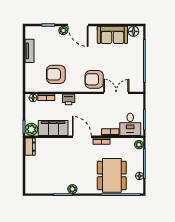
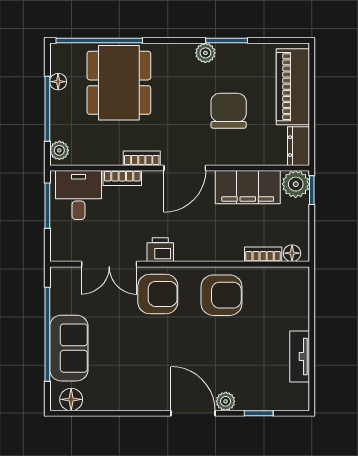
sofa: (112, 35) -> (69, 348), moved, turned 90
armchair: (56, 74) -> (222, 295), moved
printer: (69, 99) -> (160, 250), moved
door: (82, 137) -> (185, 168), hinge flipped
chair: (62, 163) -> (229, 111), added
piano: (33, 174) -> (293, 87), added

